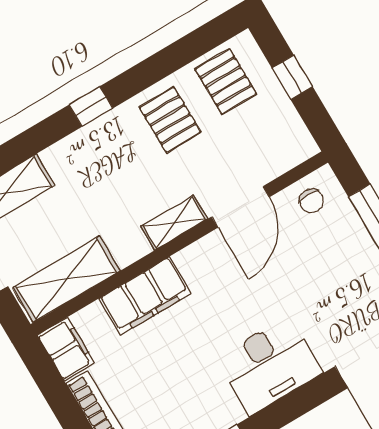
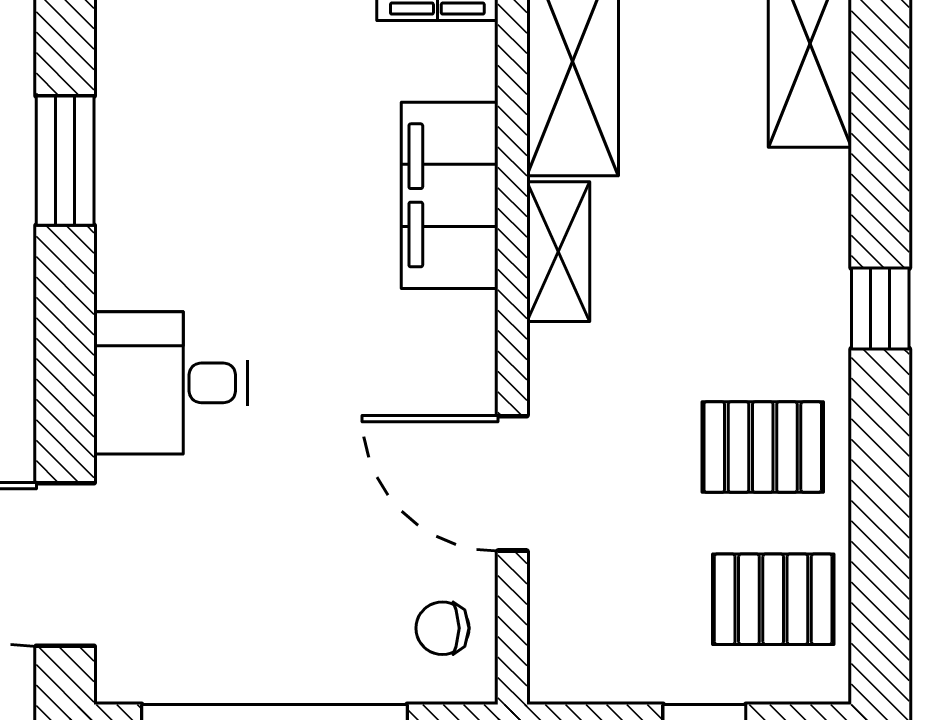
shelving: (174, 223) -> (558, 252), moved
desk: (269, 366) -> (171, 383), width x0.73

